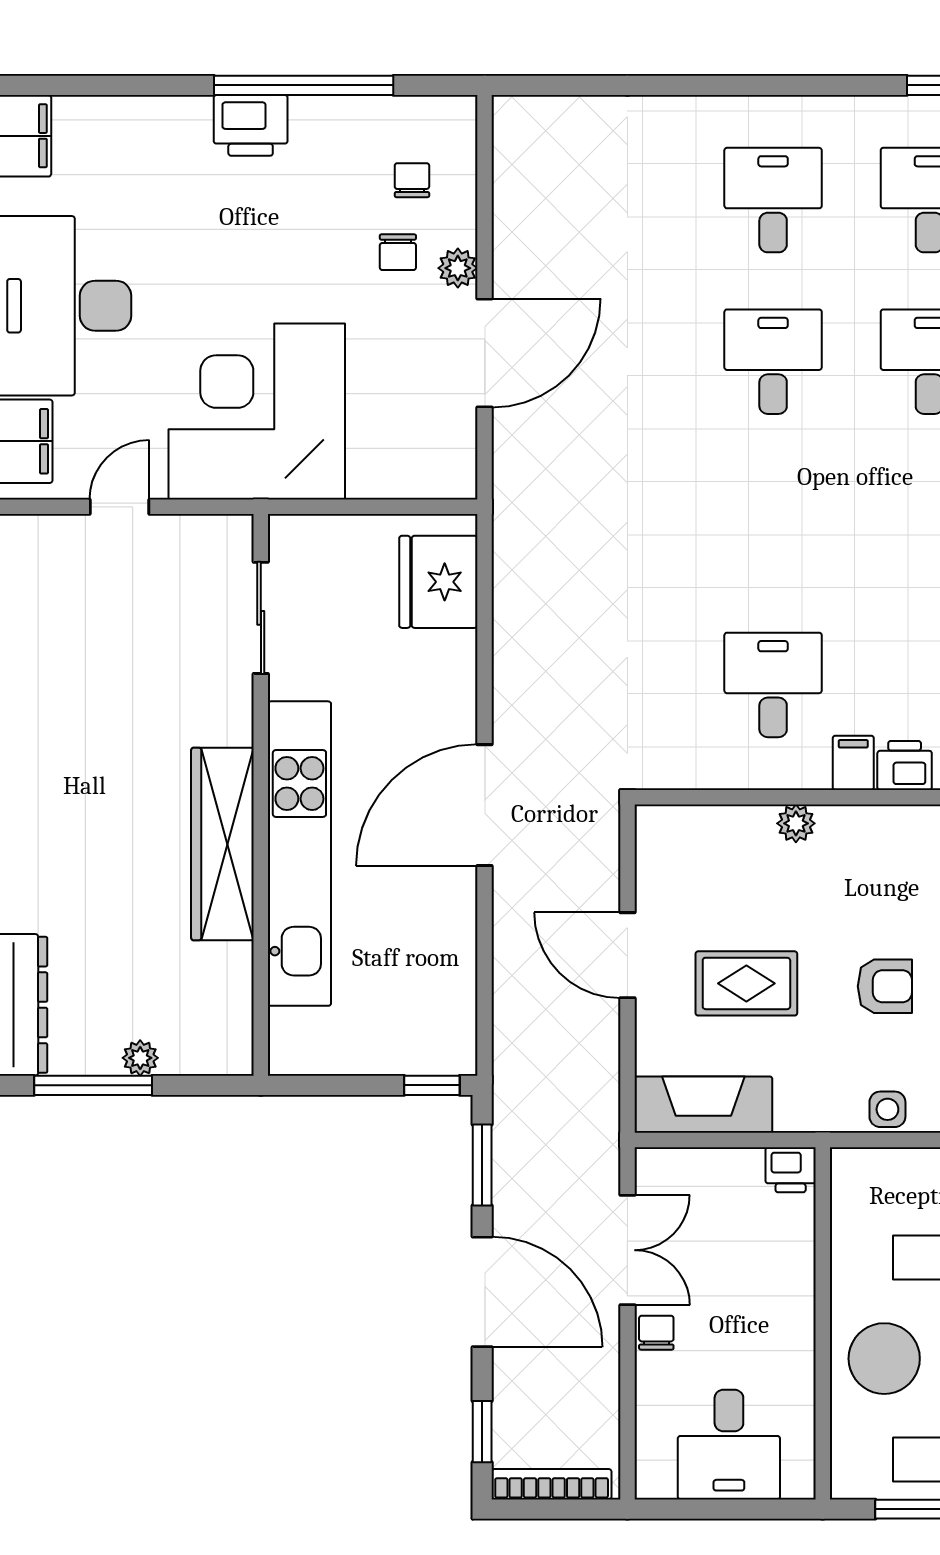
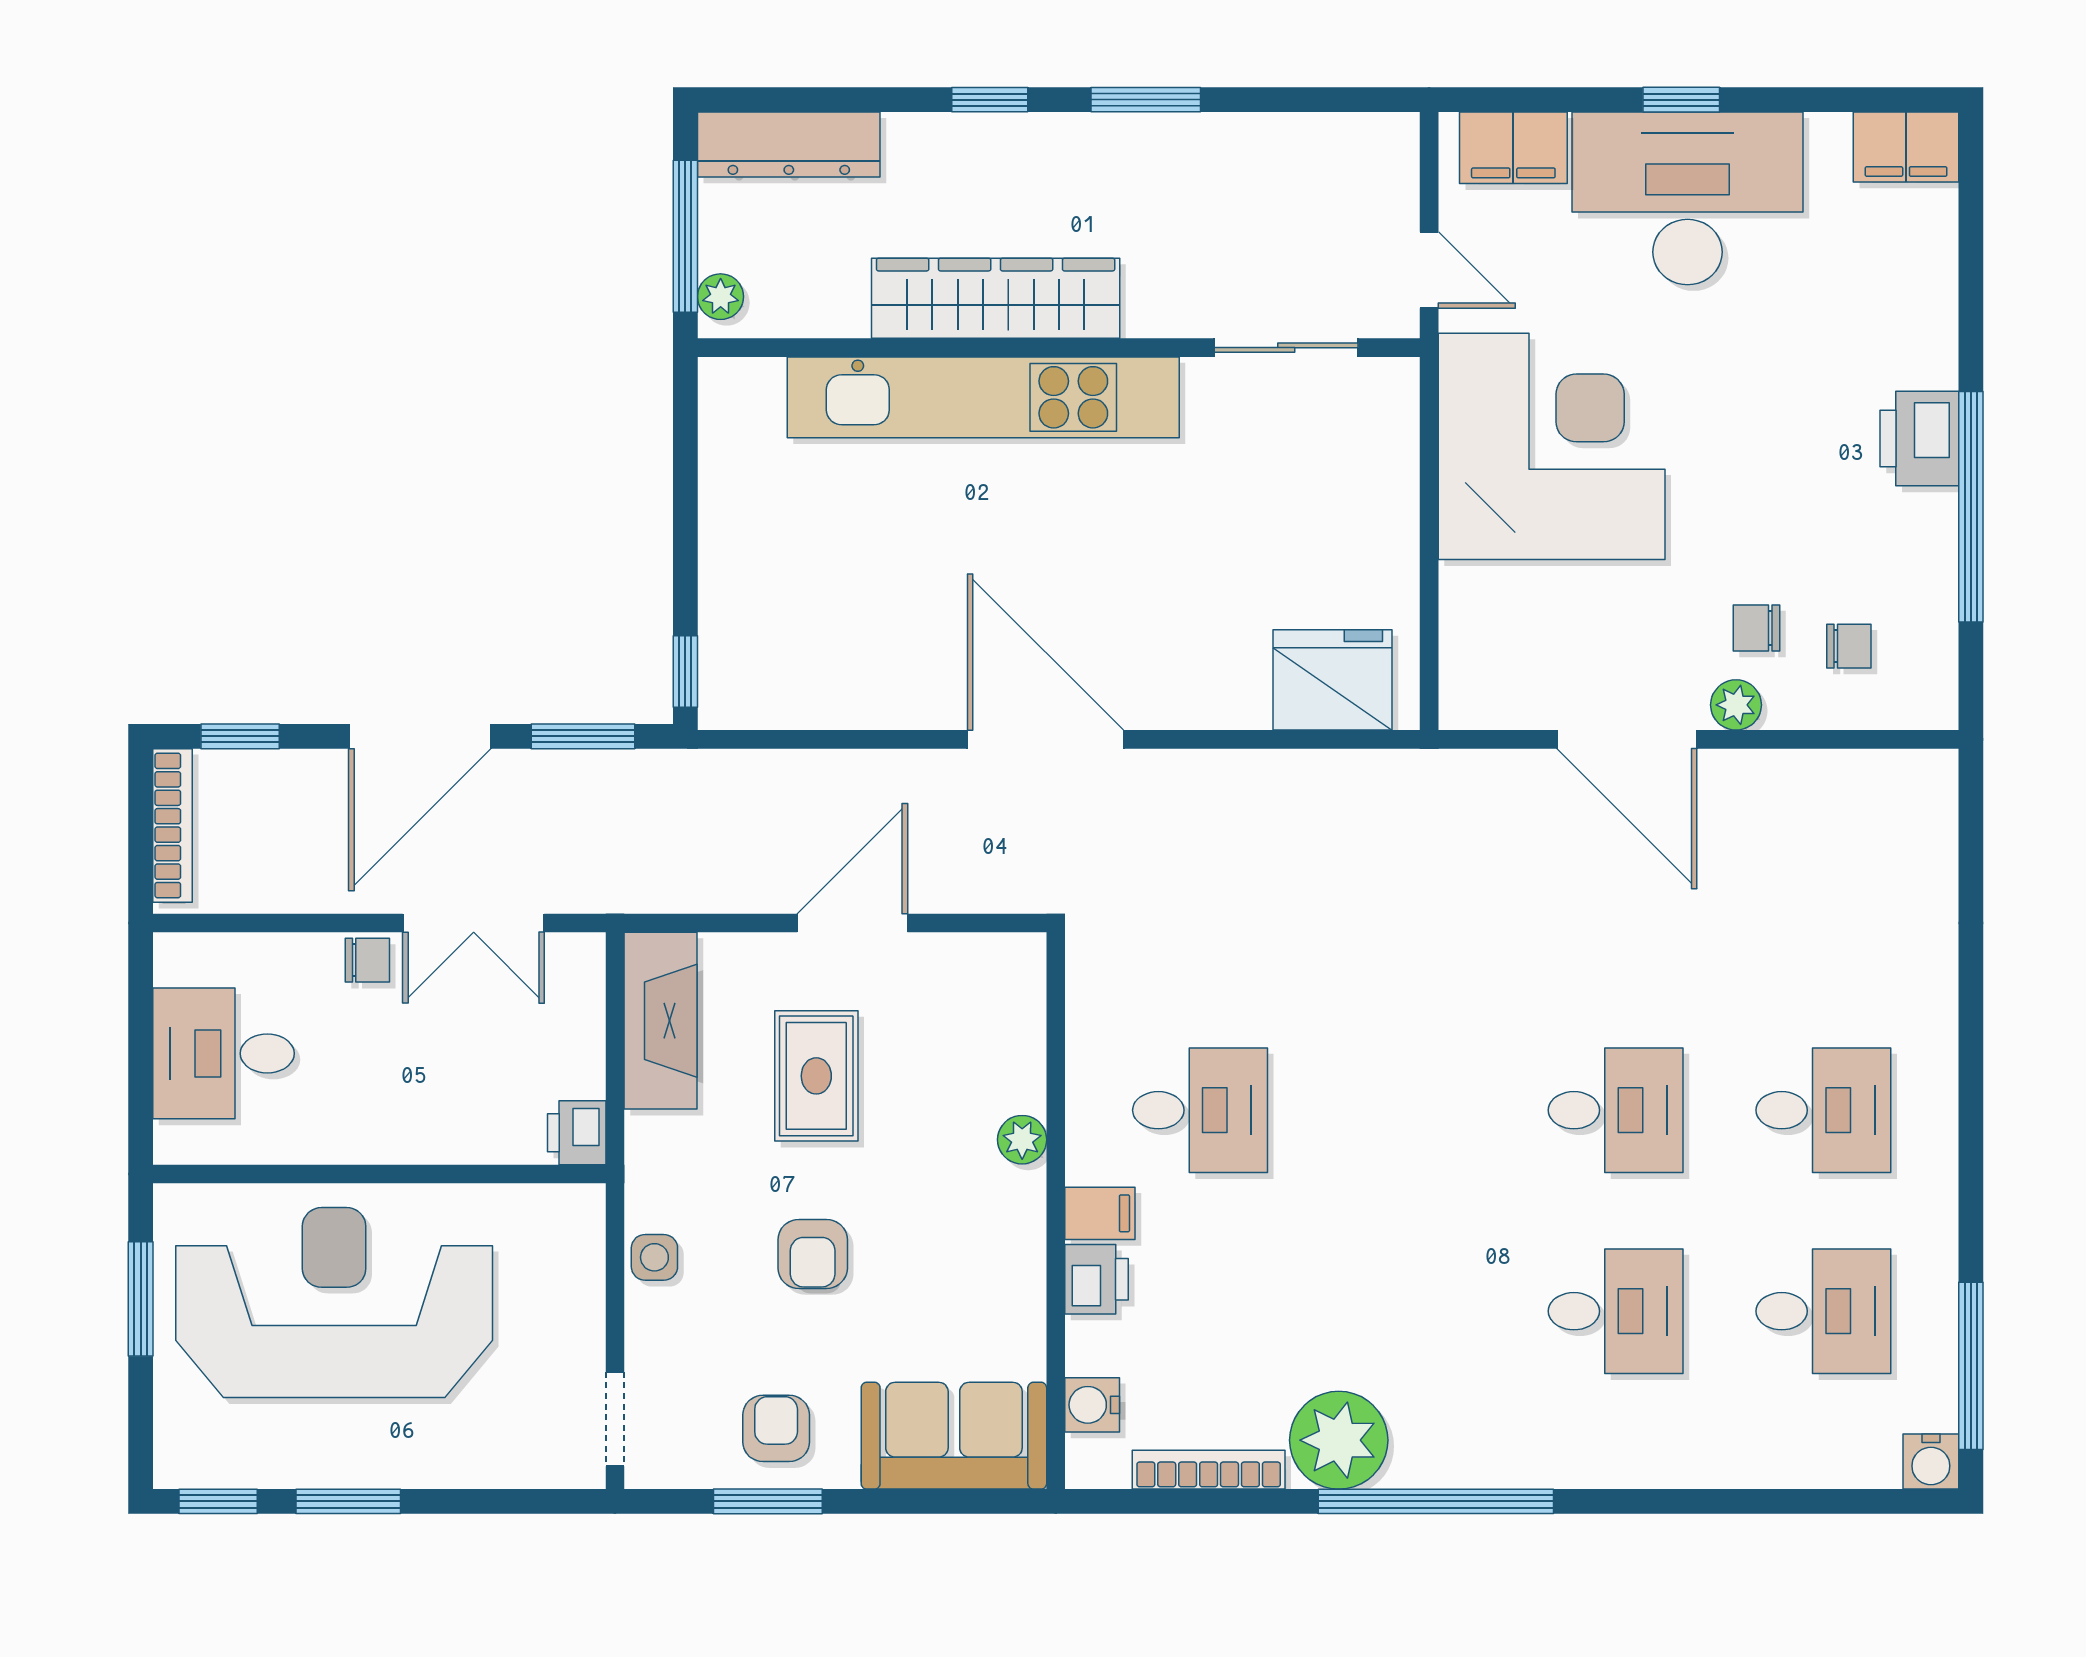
sliding door: (261, 618) -> (1286, 348), moved
wall: (261, 795) -> (1059, 348), moved
wardrobe: (222, 844) -> (996, 298), moved
kitchen unit: (299, 854) -> (983, 397), moved

